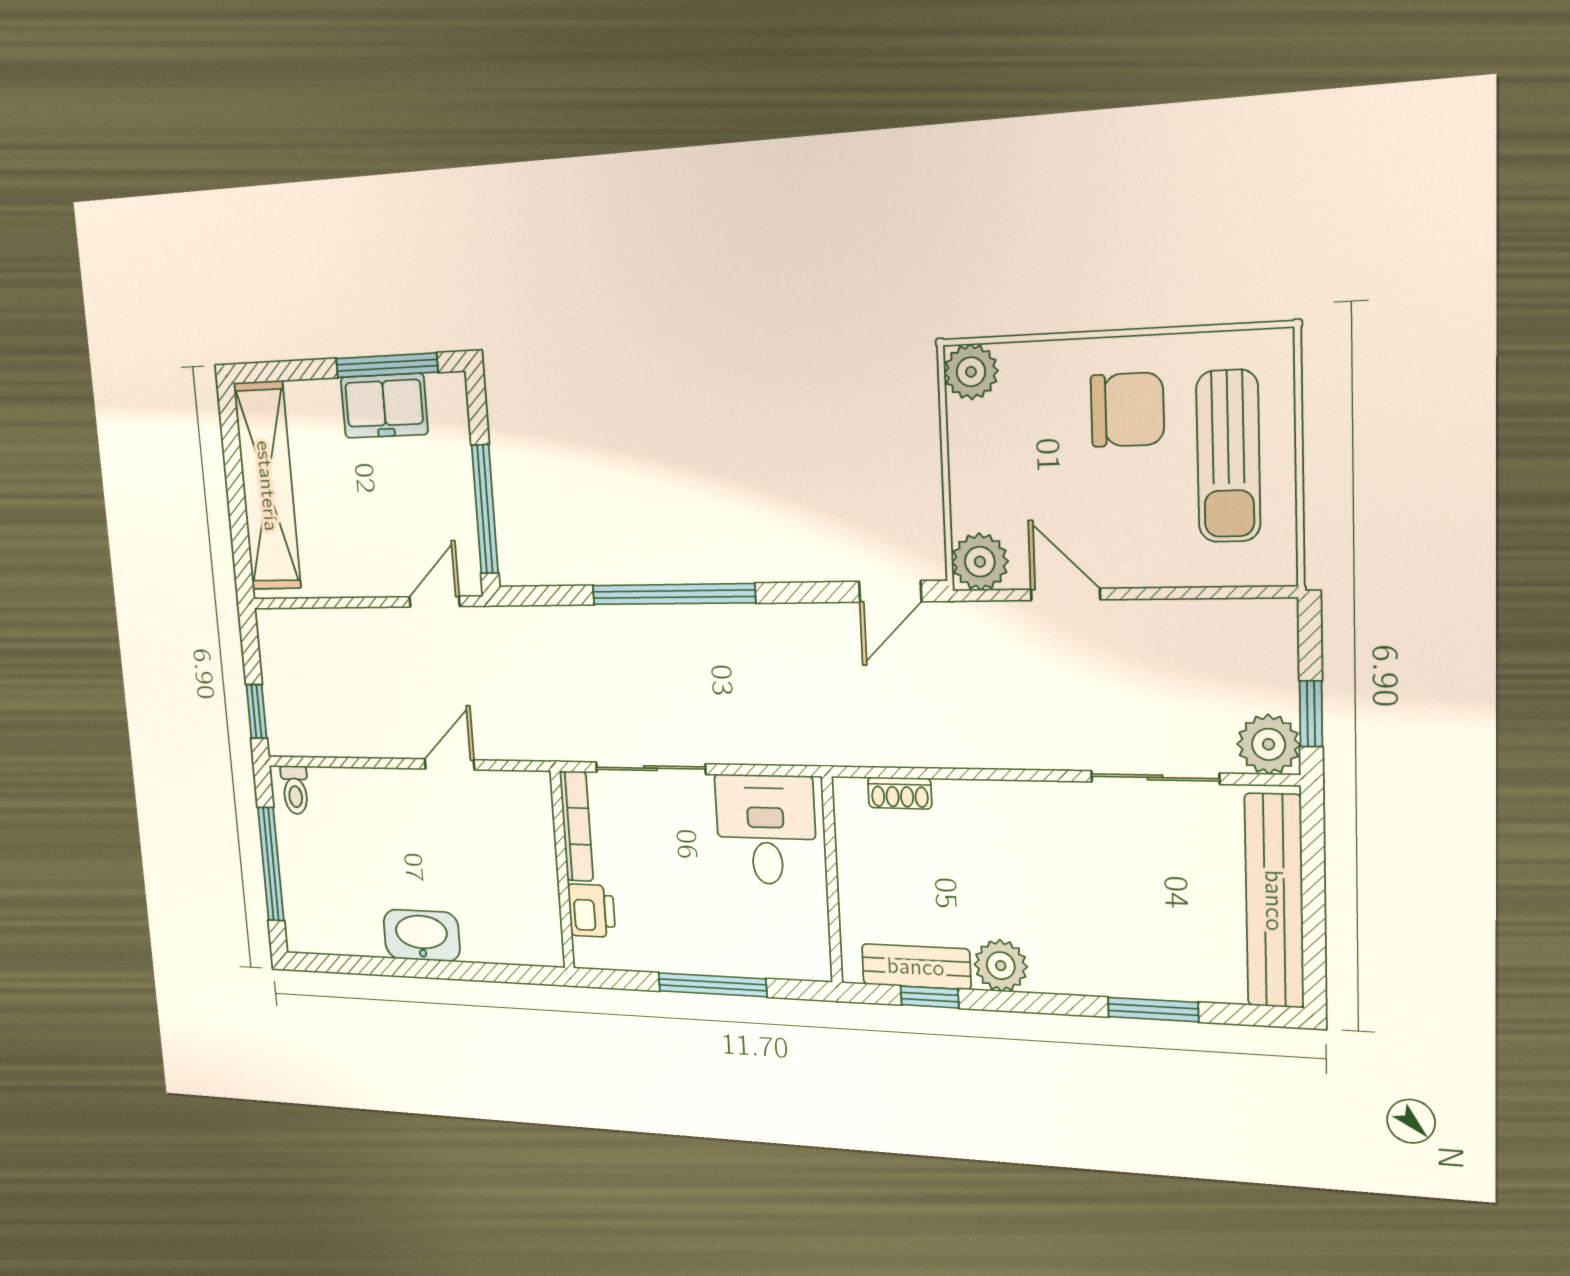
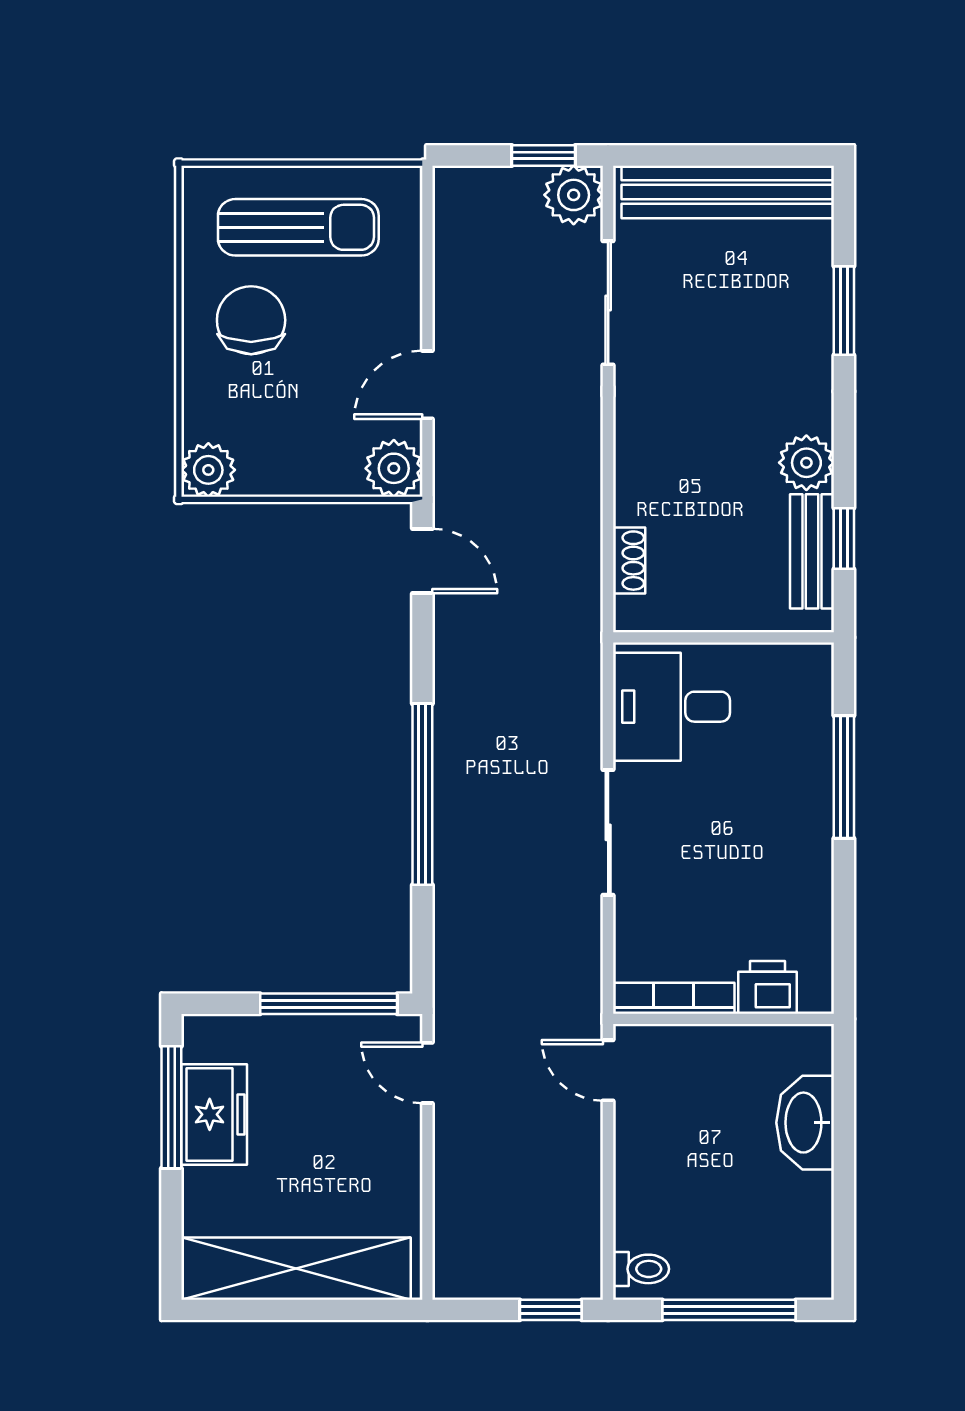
bookcase: (576, 826) -> (674, 998), moved
wall: (562, 870) -> (723, 1019), moved
printer: (592, 911) -> (768, 987), moved

